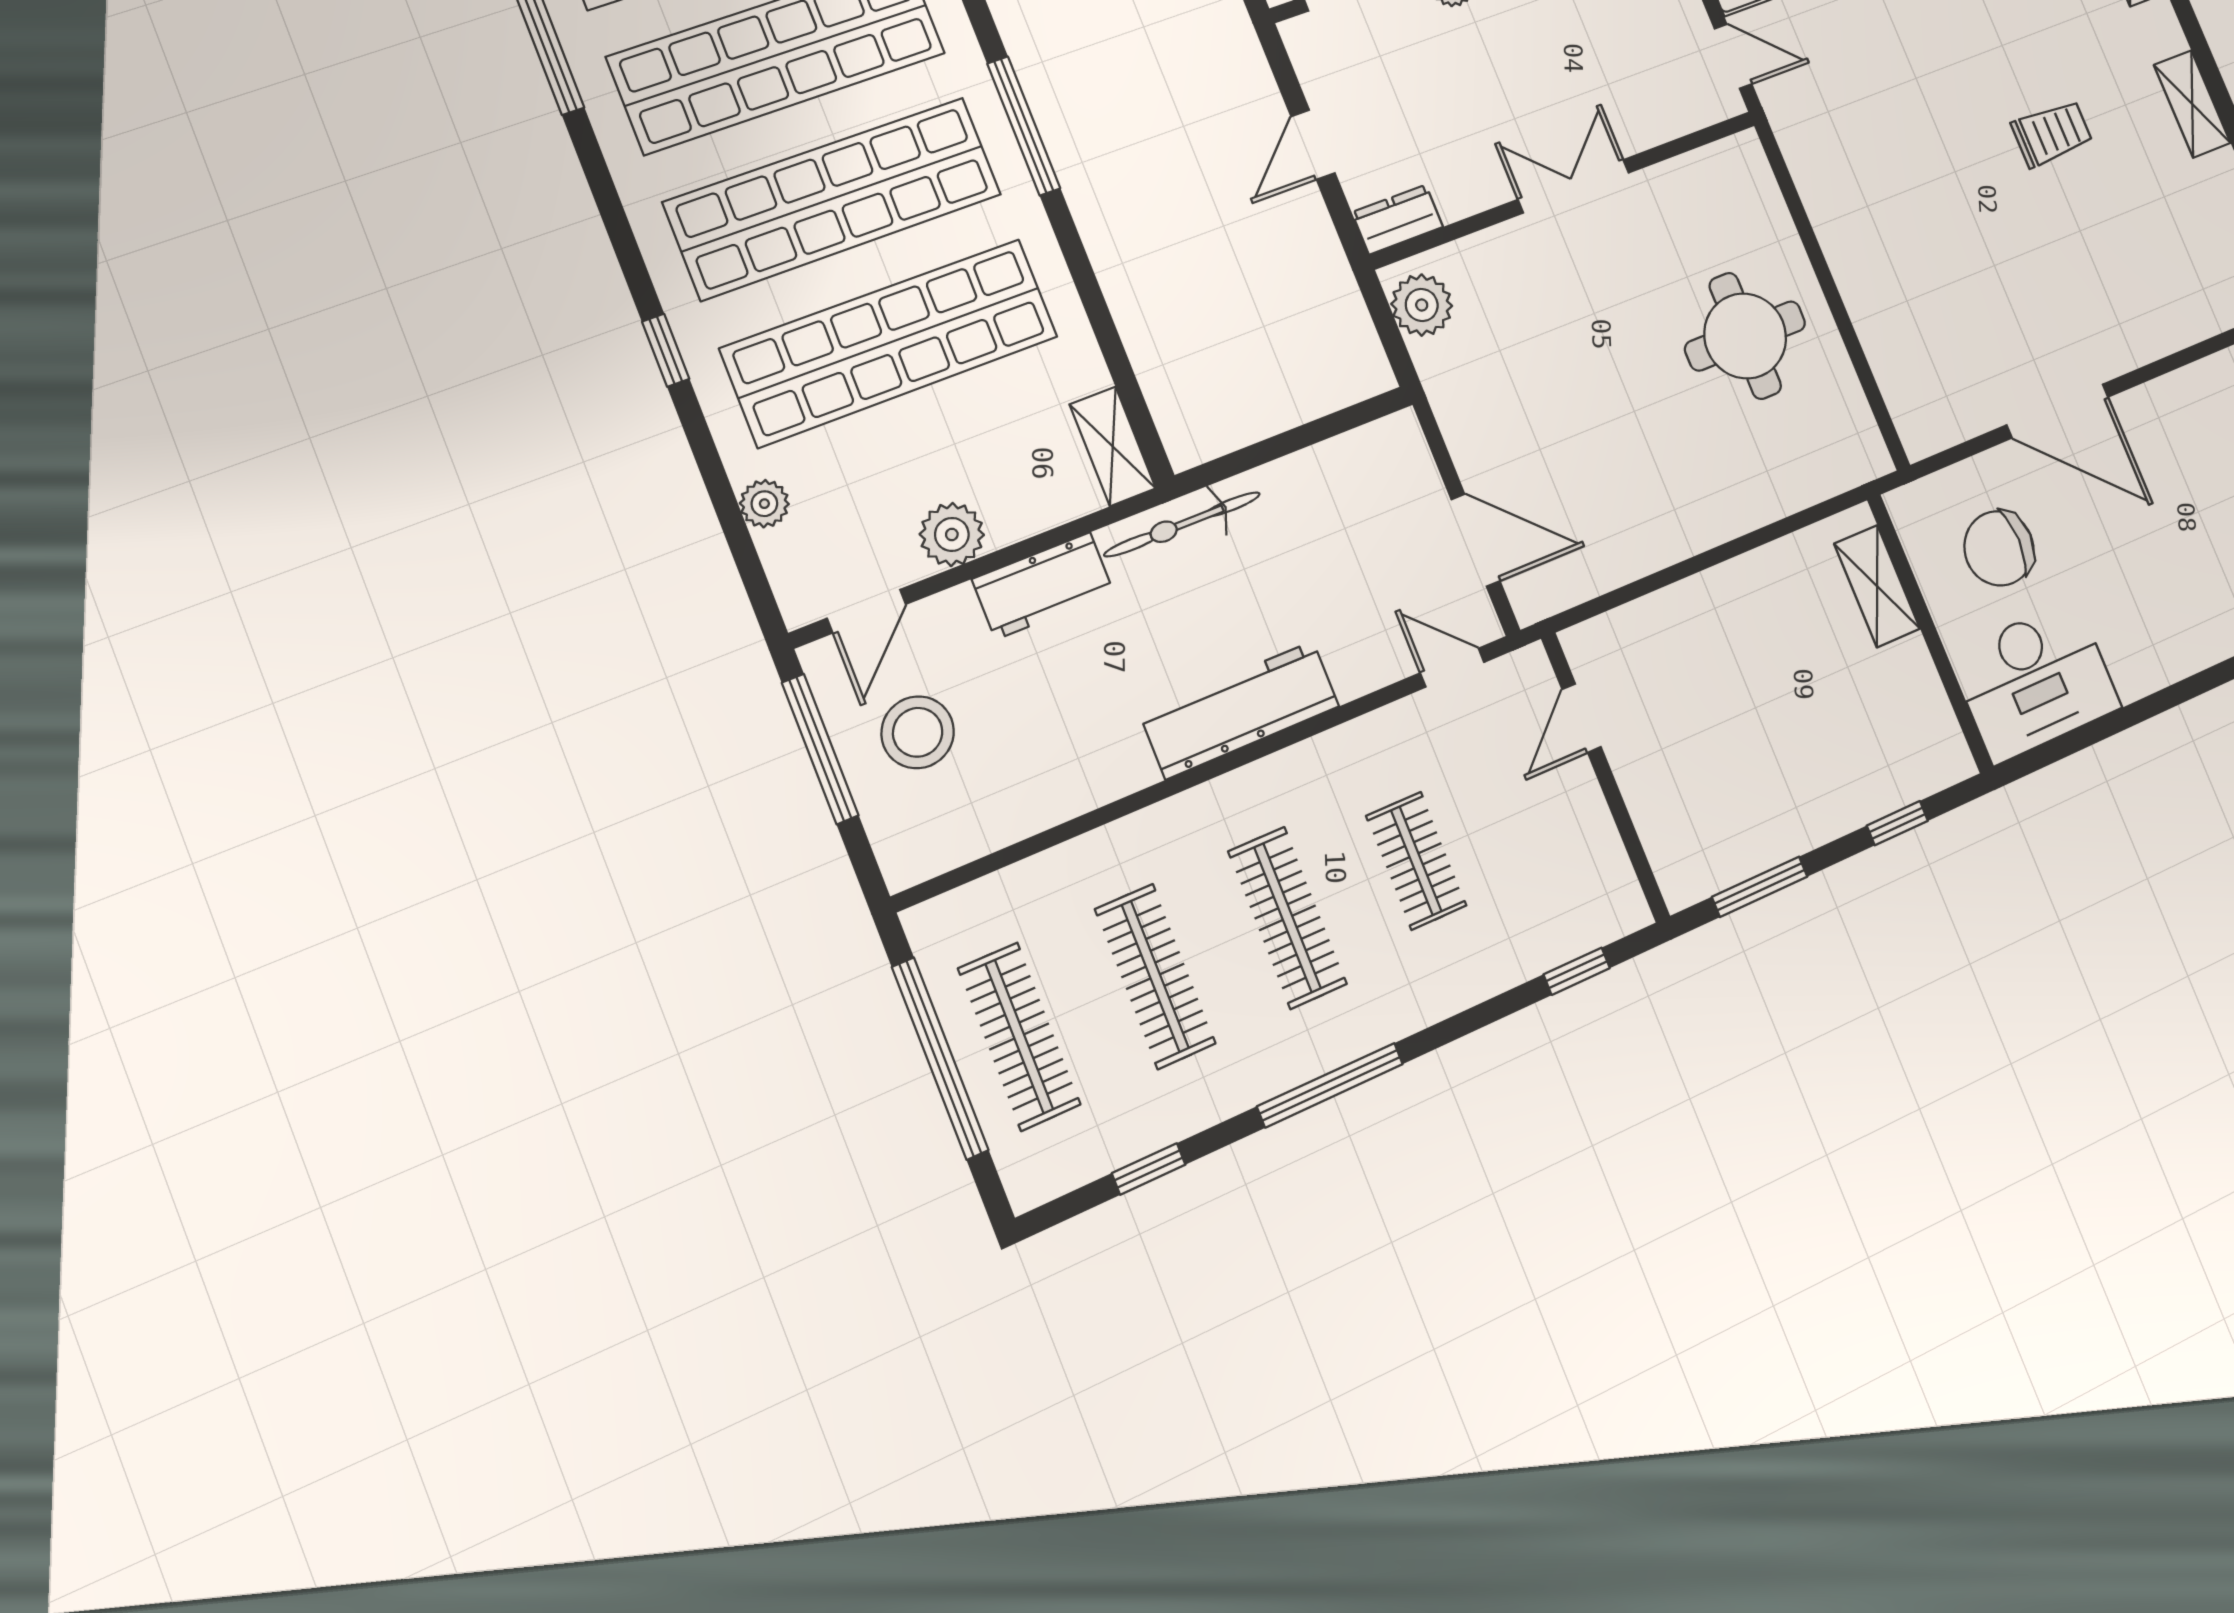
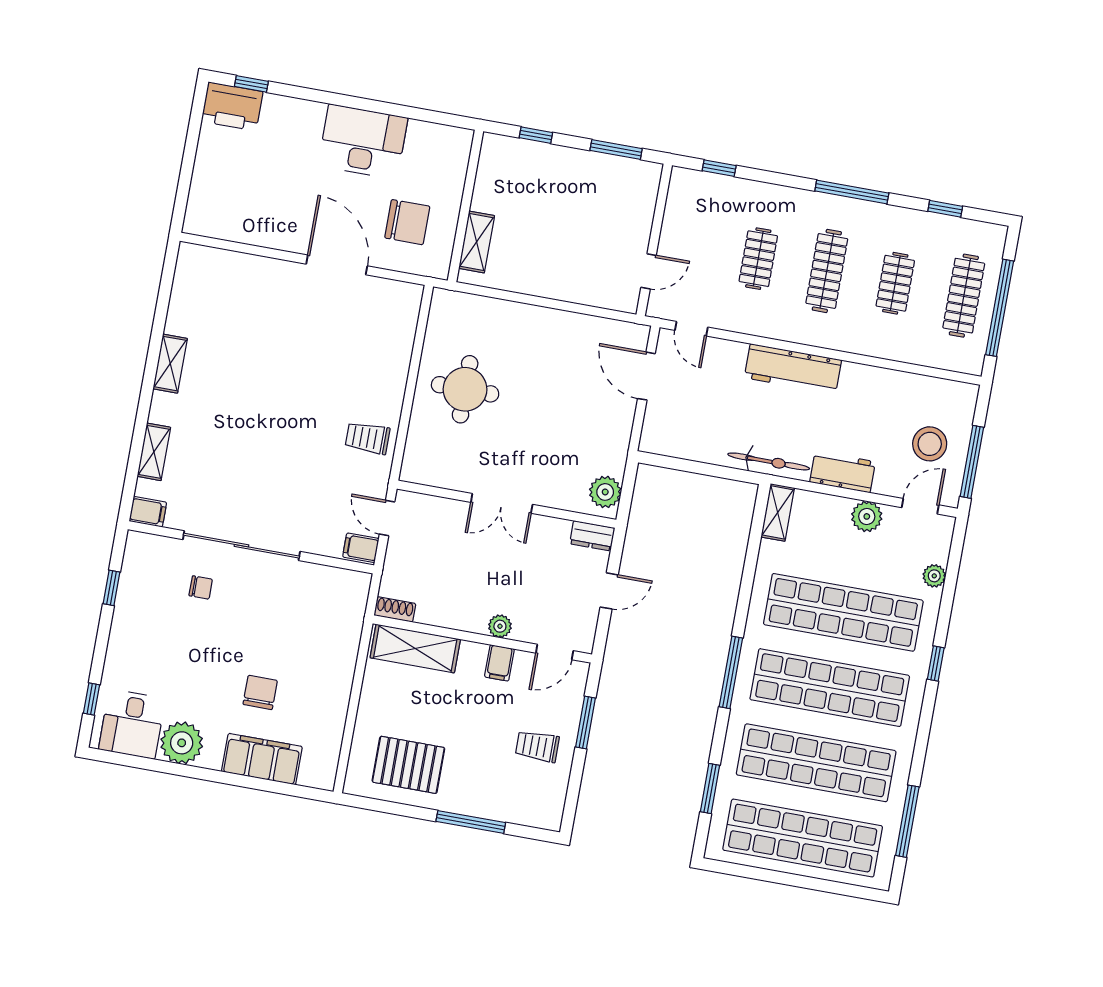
trolley: (2052, 133) -> (368, 438), moved
desk: (2035, 681) -> (363, 142), moved
clothes rail: (1155, 976) -> (895, 283), width x0.73

